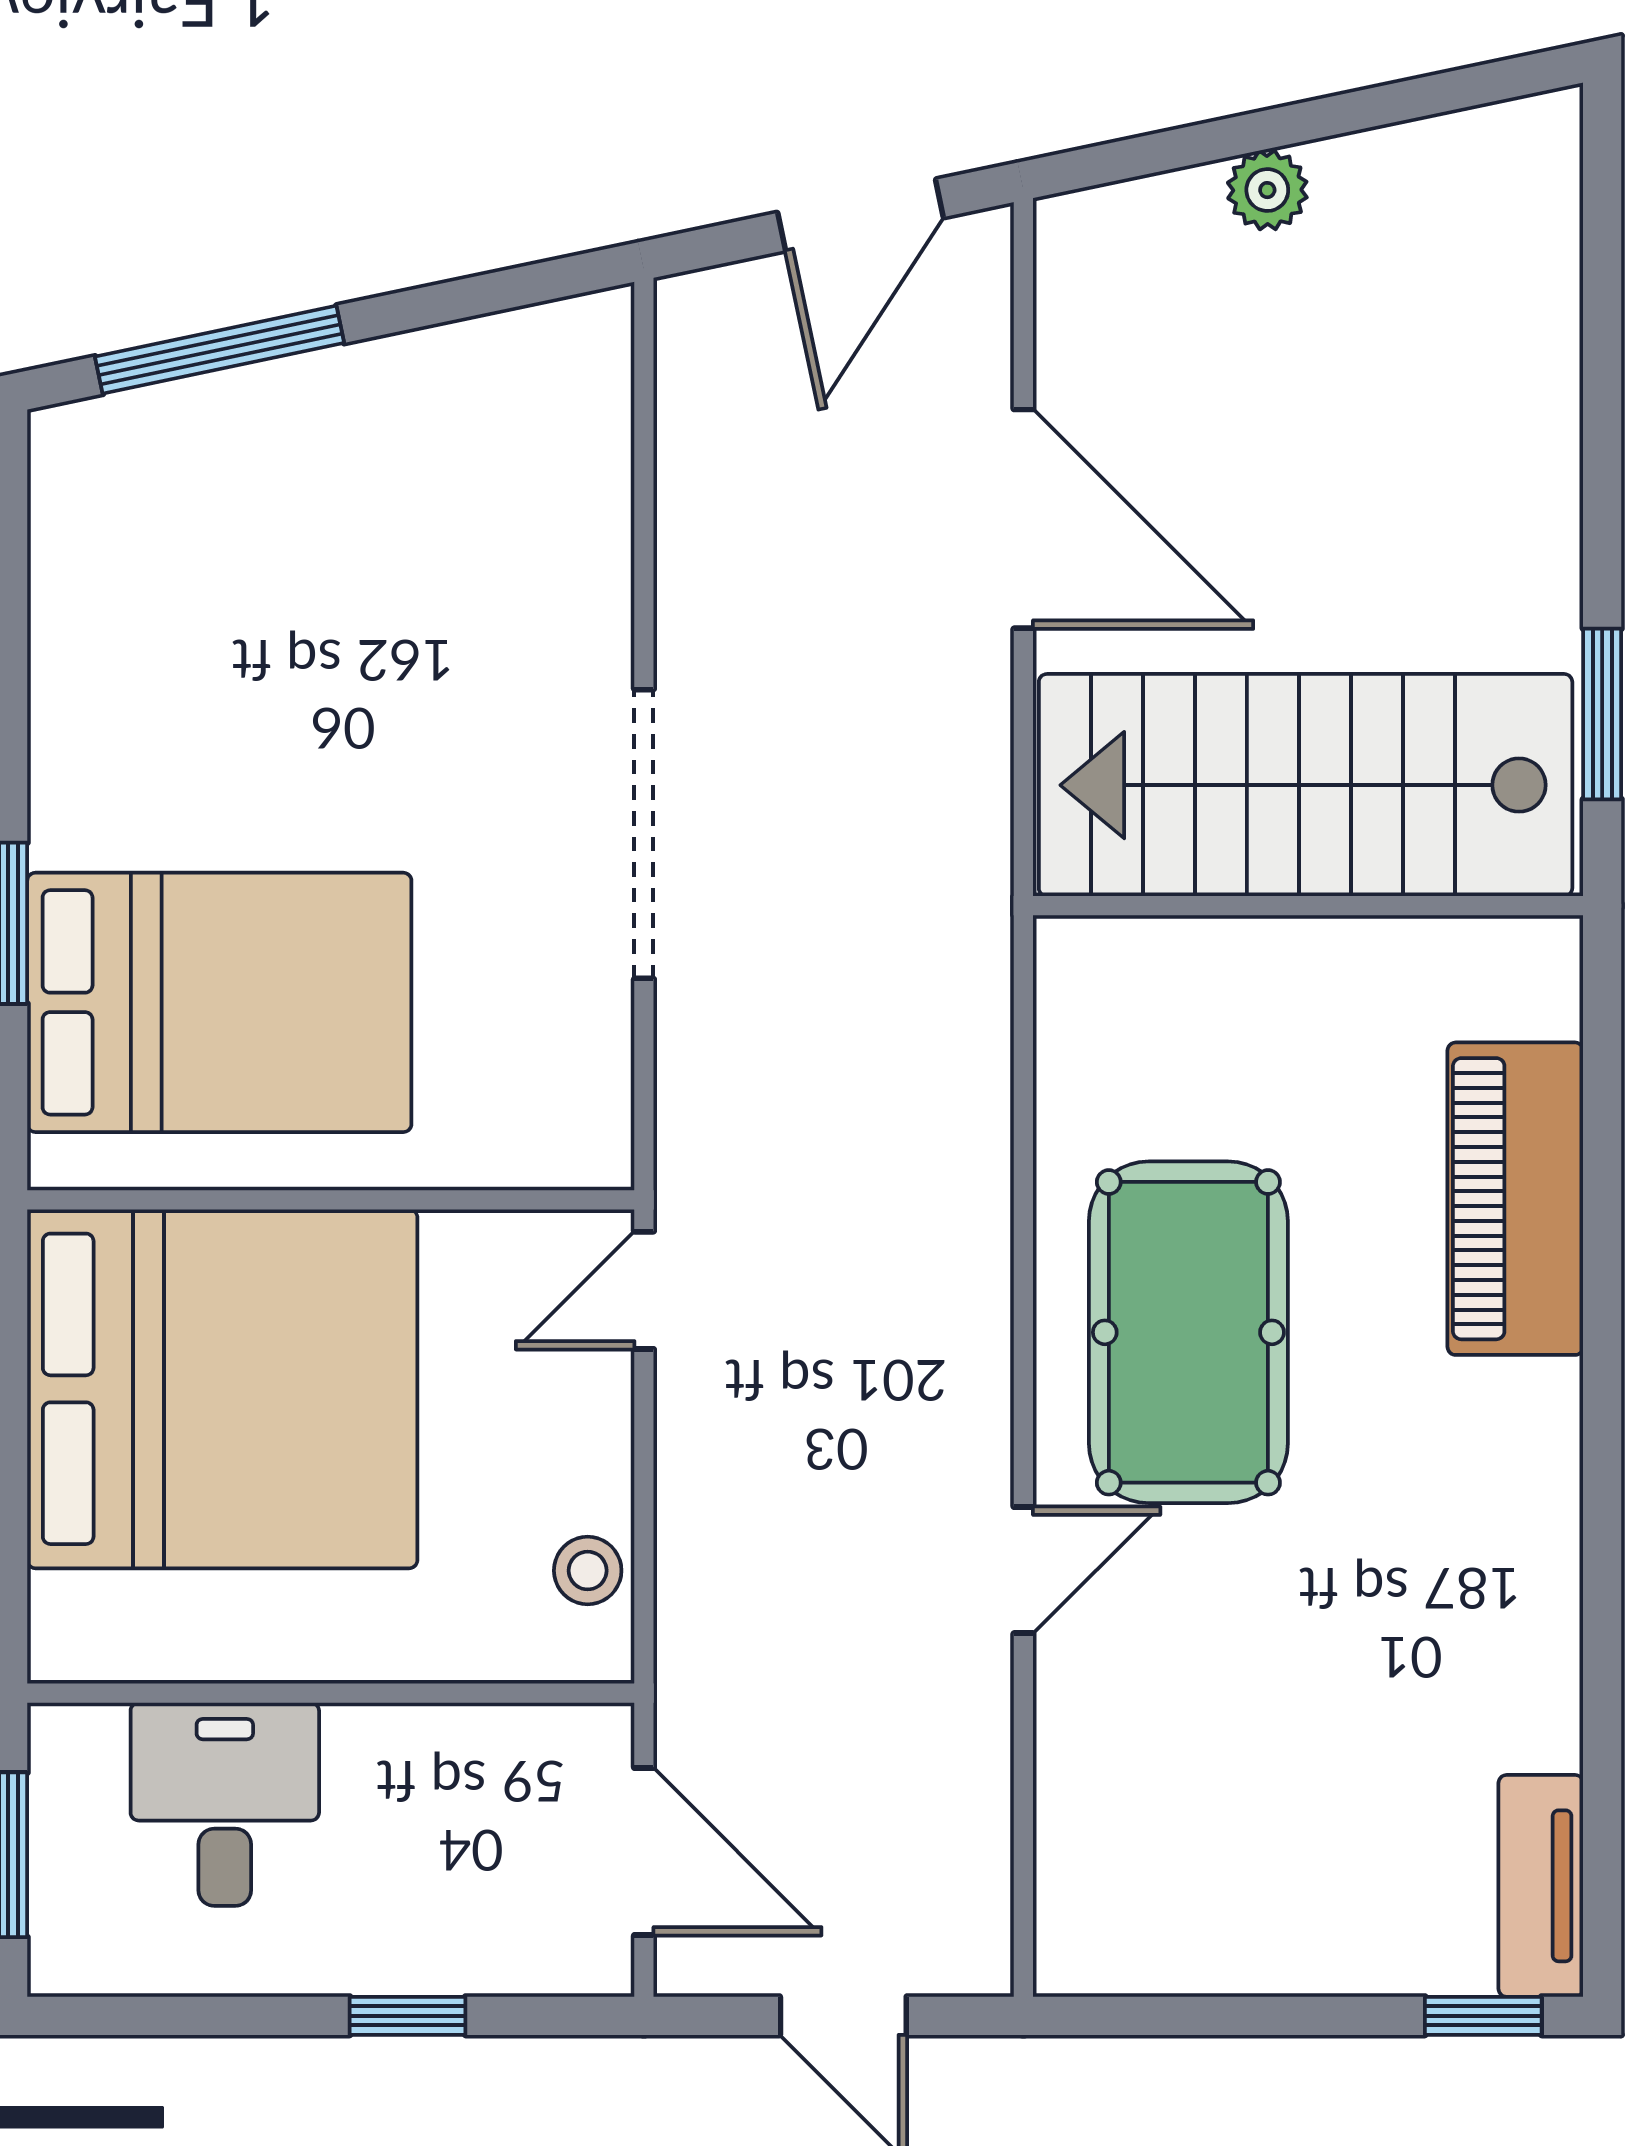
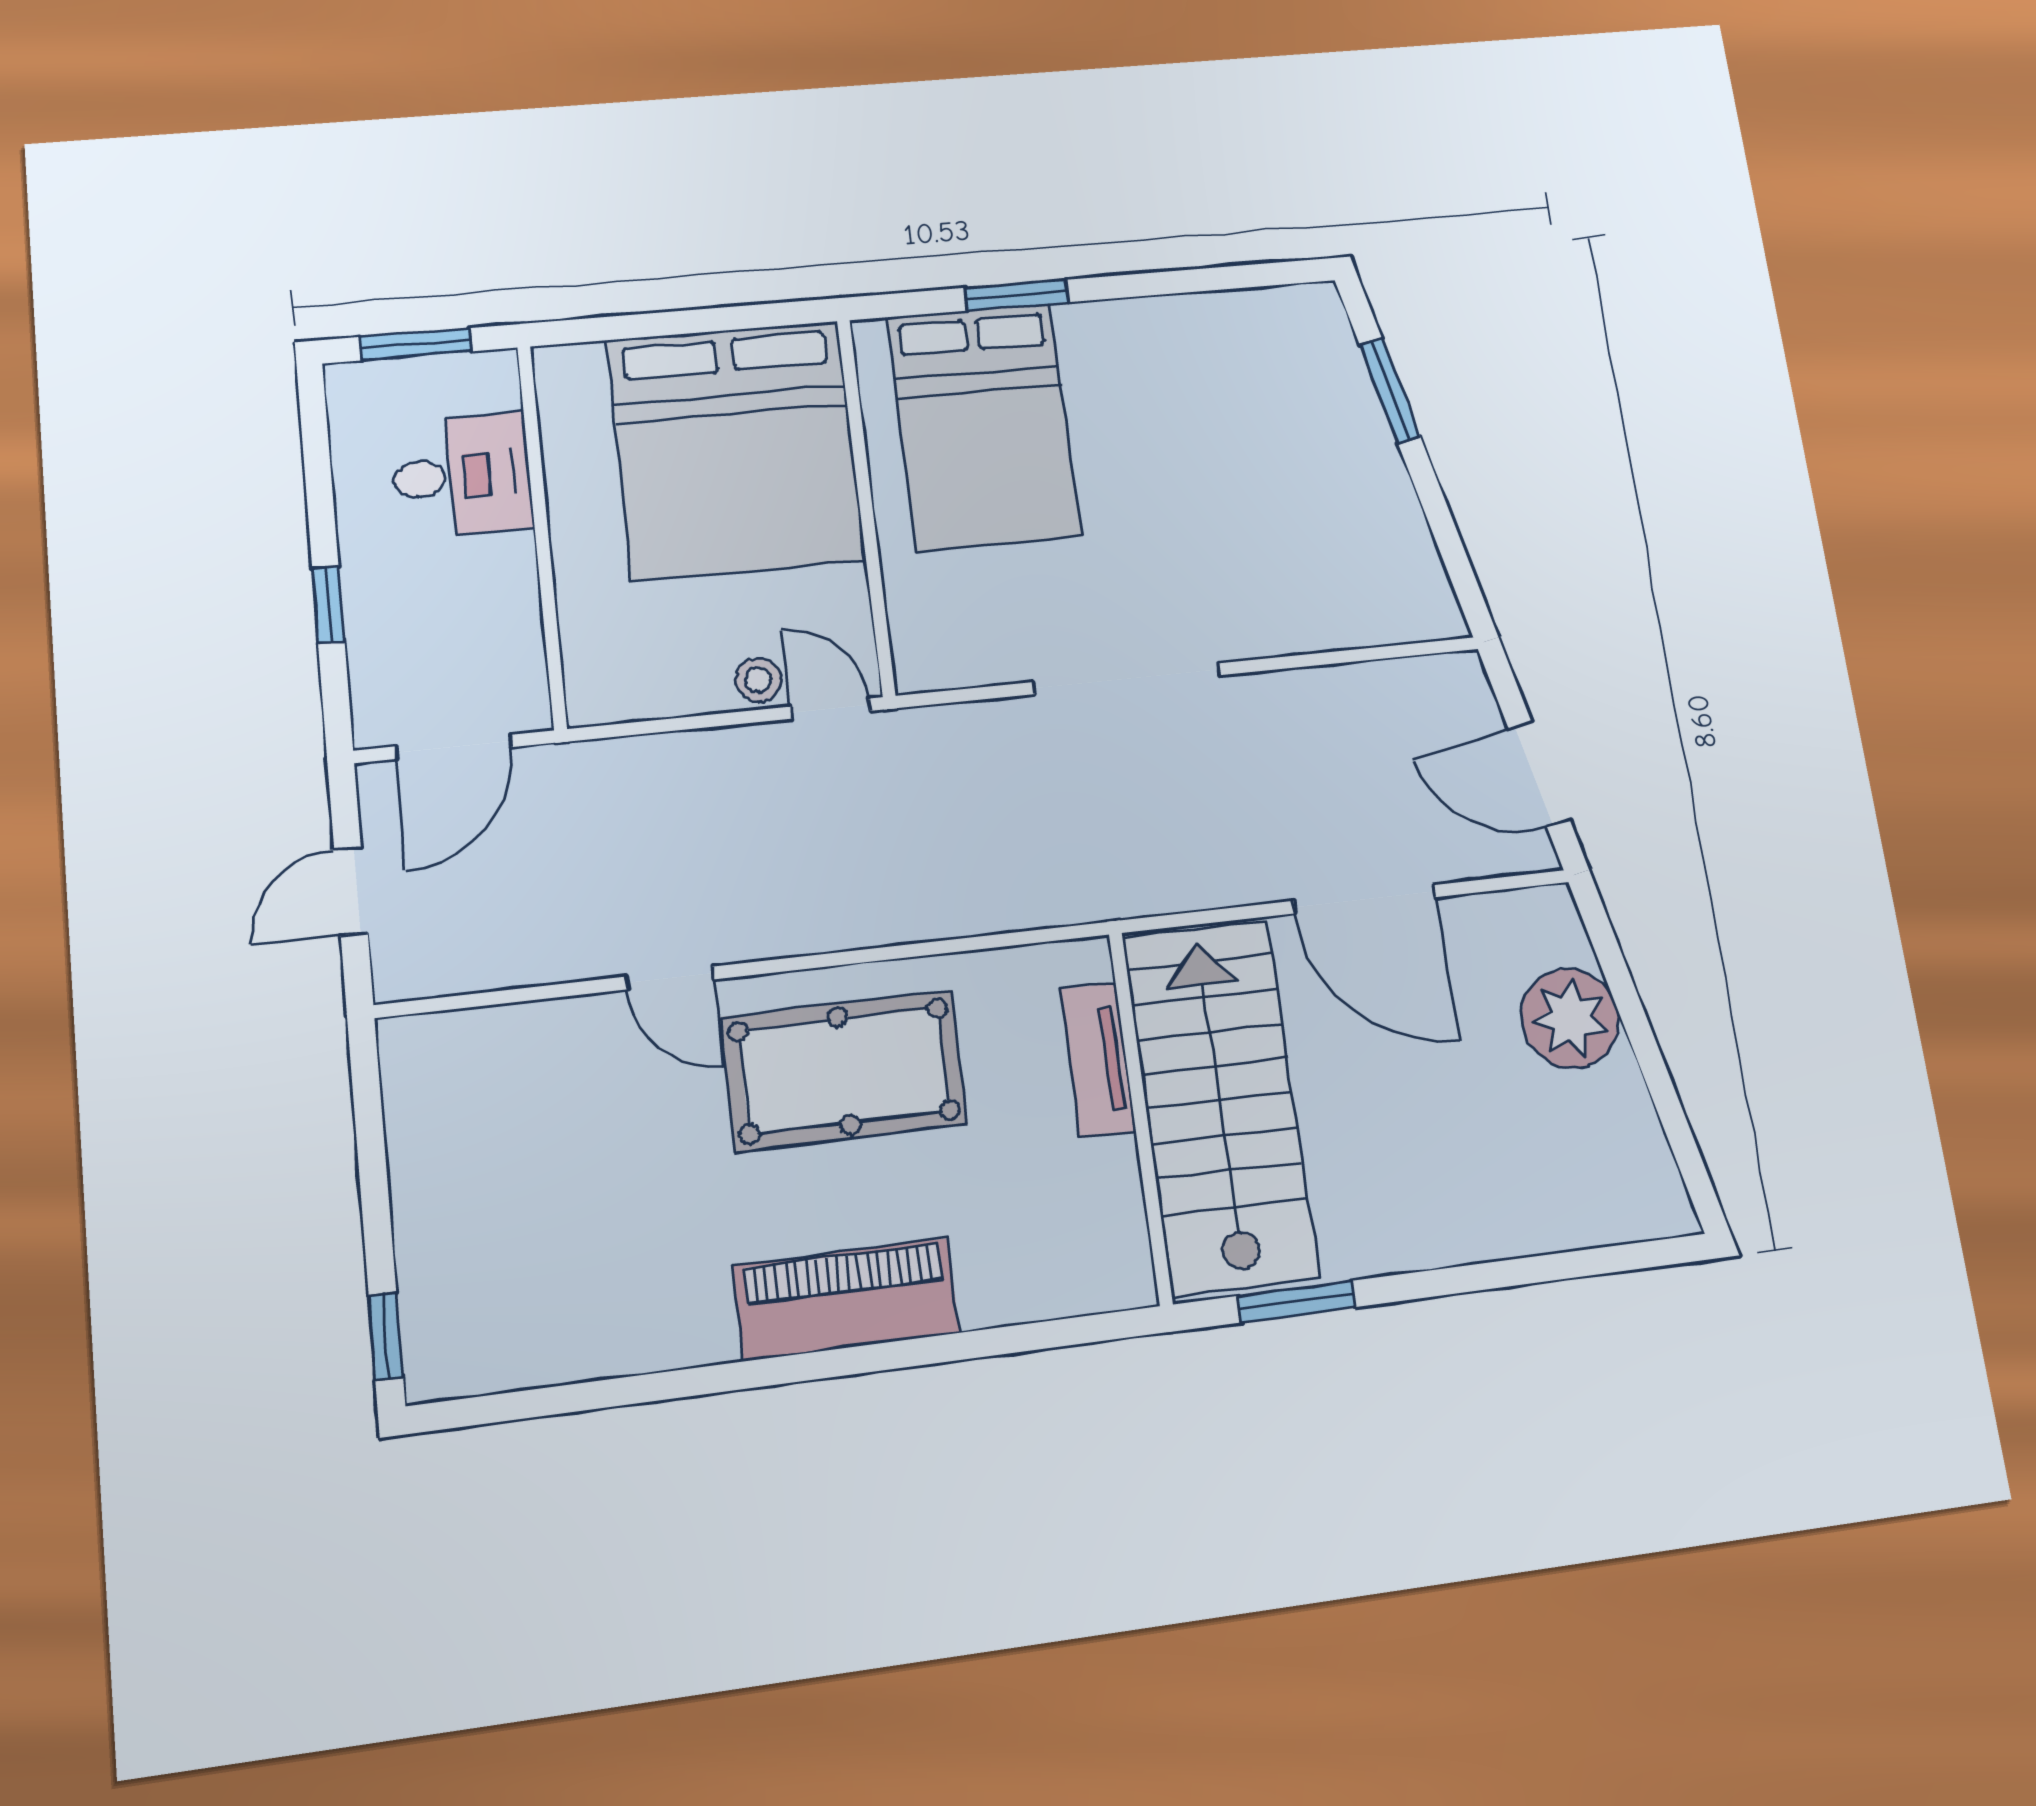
plant: (1267, 190) -> (1570, 1018), width x1.87, depth x1.87
window: (220, 350) -> (1390, 391), width x0.69
door: (1023, 519) -> (1365, 899), hinge flipped
piano: (1515, 1199) -> (846, 1299), moved
stool: (588, 1571) -> (758, 680), moved
tv unit: (1541, 1886) -> (1098, 1060), moved, turned -90

